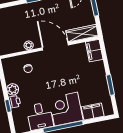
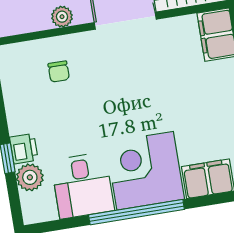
plant: (13, 89) -> (30, 177), moved

